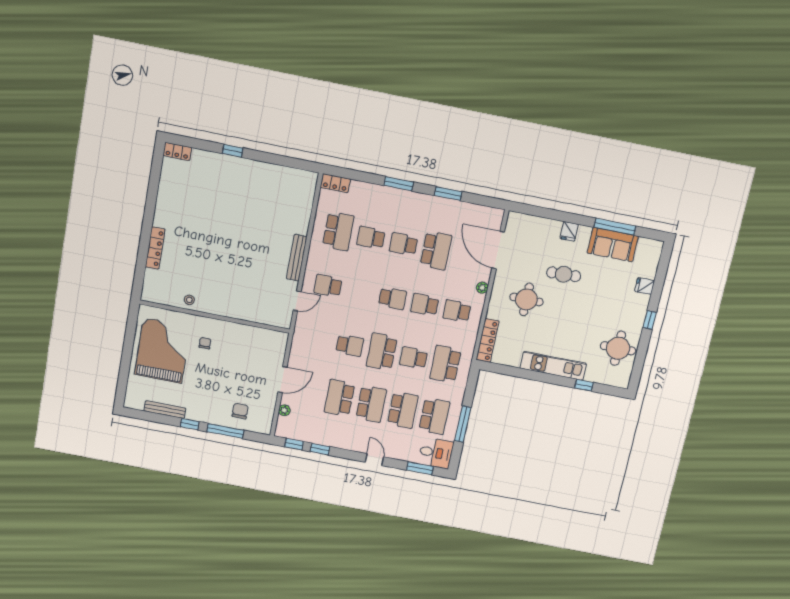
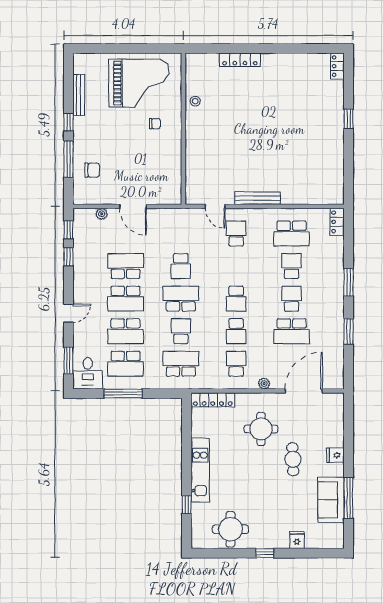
school desk: (425, 305) -> (236, 331), turned 180

